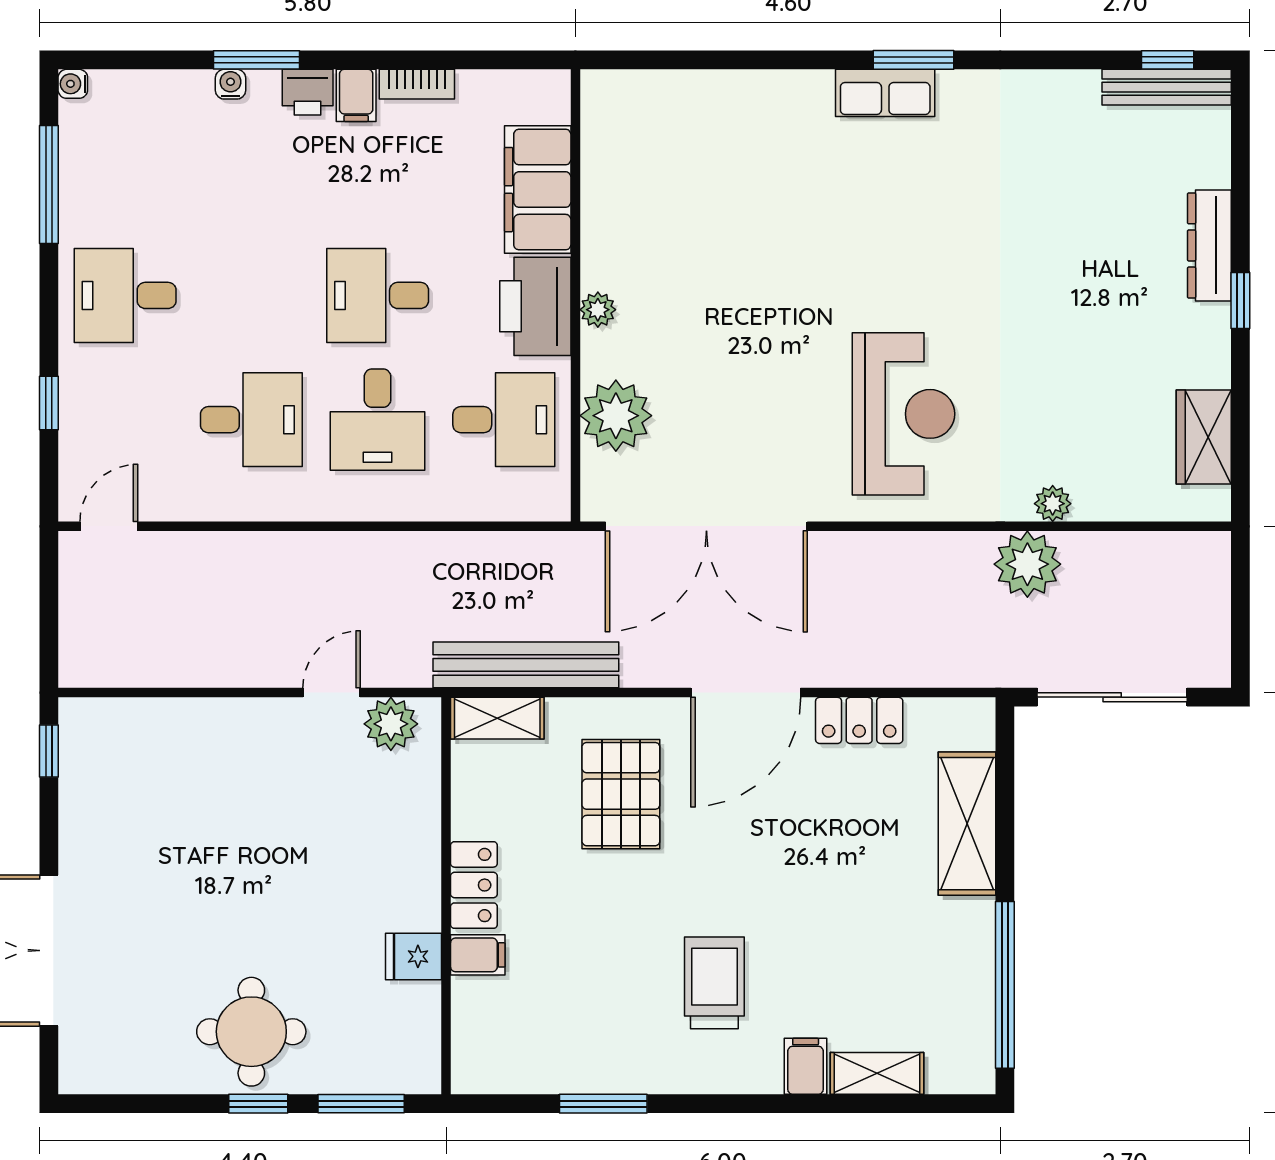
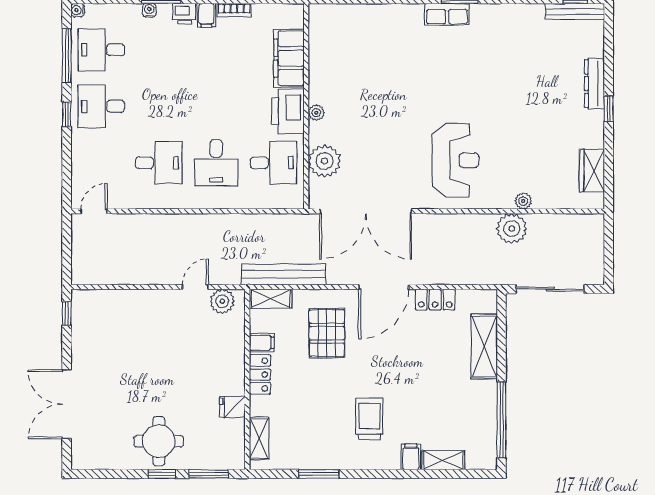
desk: (378, 295) -> (101, 50), moved
window: (49, 403) -> (67, 114), moved
filing cabinet: (478, 955) -> (262, 343), moved
shelving: (472, 1026) -> (259, 438), added

